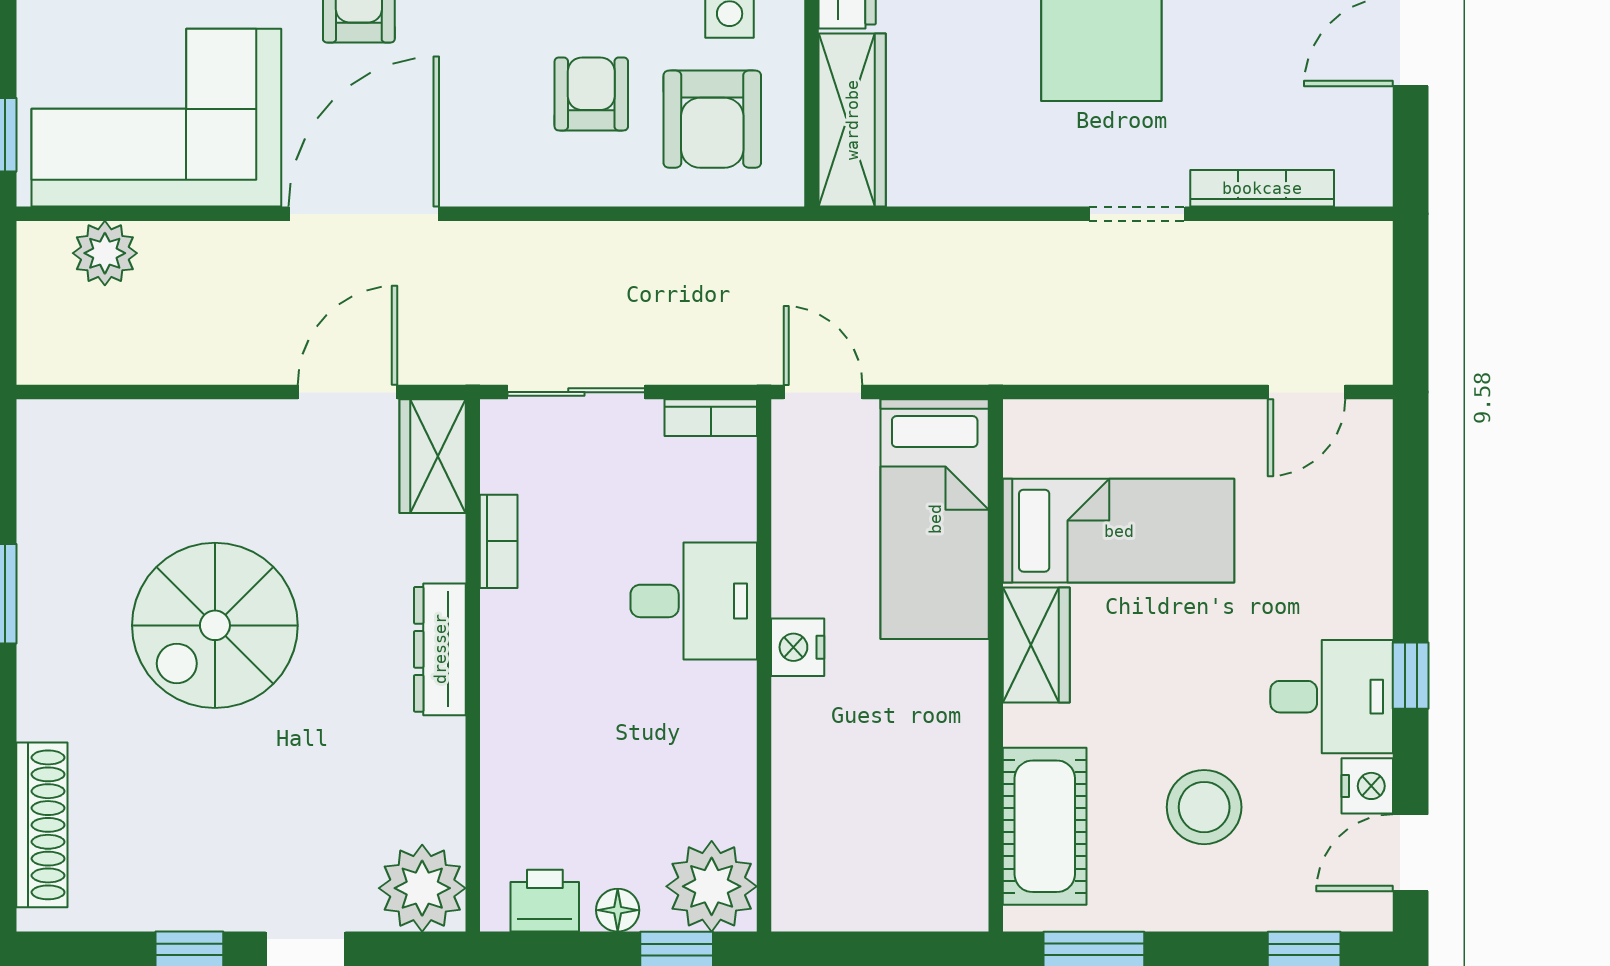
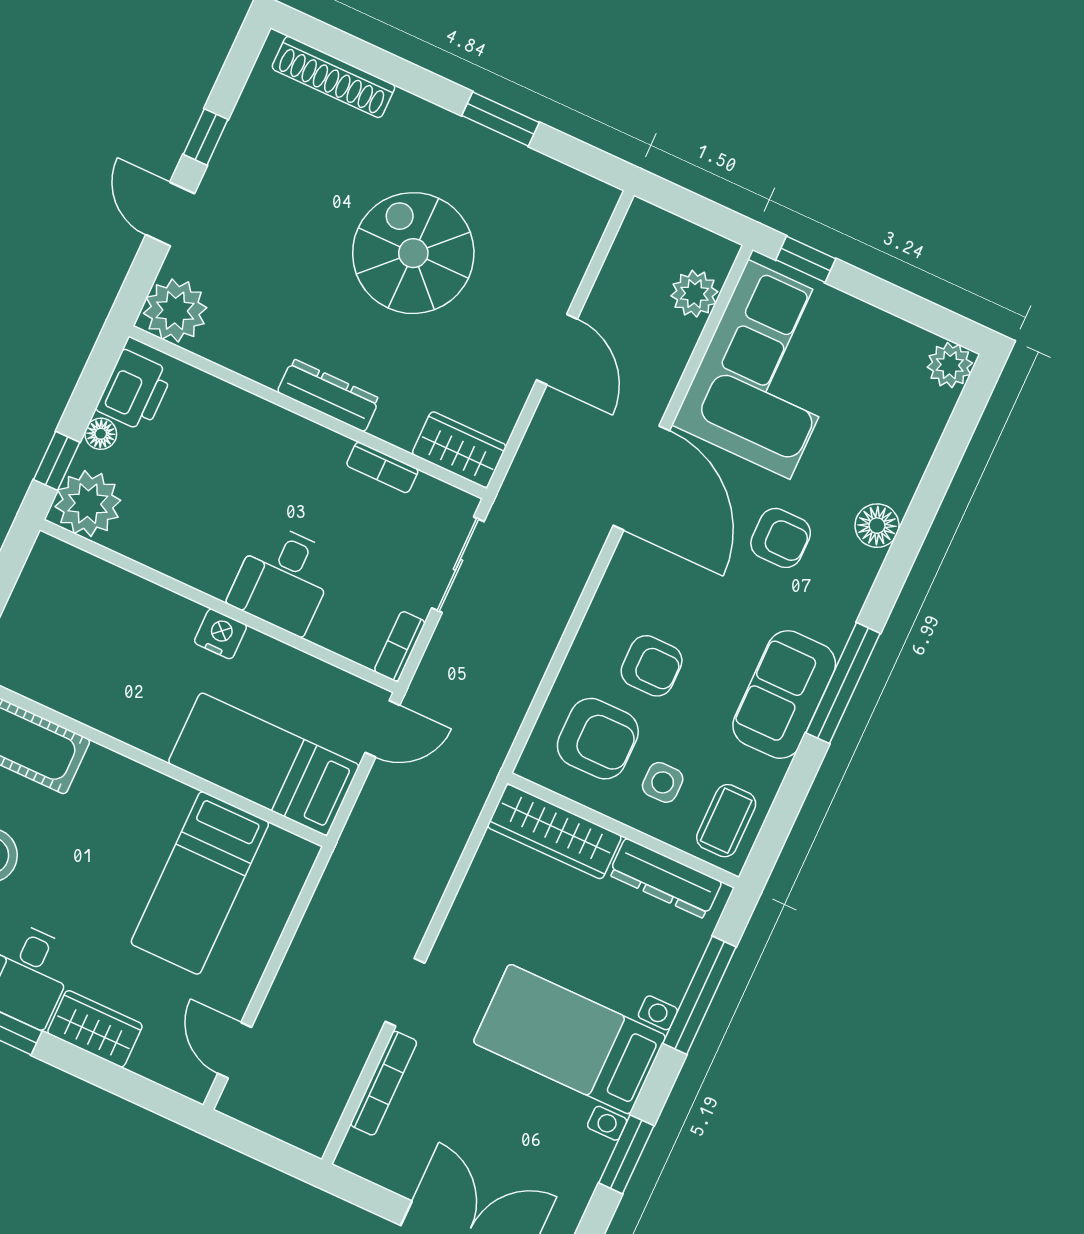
armchair: (712, 119) -> (598, 739), turned 180
door: (348, 392) -> (557, 349), moved
wardrobe: (1036, 645) -> (95, 1029), moved, turned 180
printer: (545, 901) -> (134, 391), width x1.36, depth x1.24

